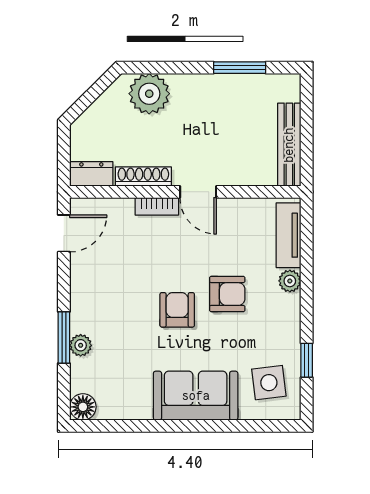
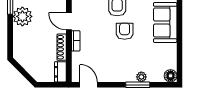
plant: (149, 94) -> (22, 16), moved
door: (198, 192) -> (69, 21), swing flipped
armchair: (177, 310) -> (125, 31), turned 90

